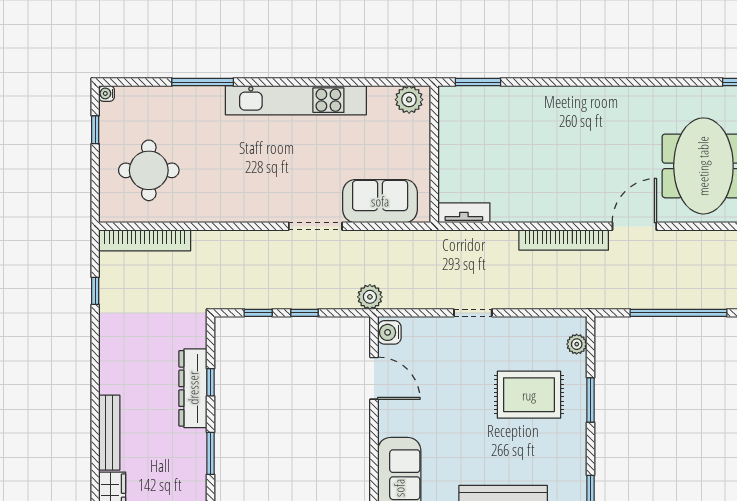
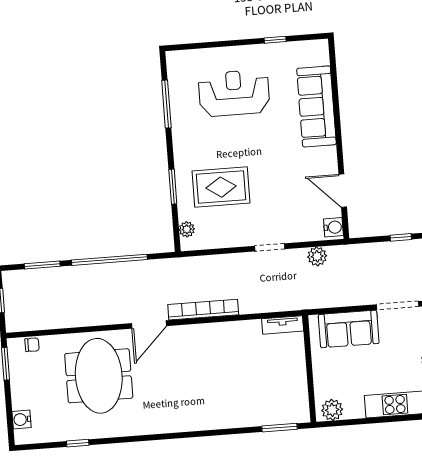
plant: (370, 297) -> (317, 256), moved

